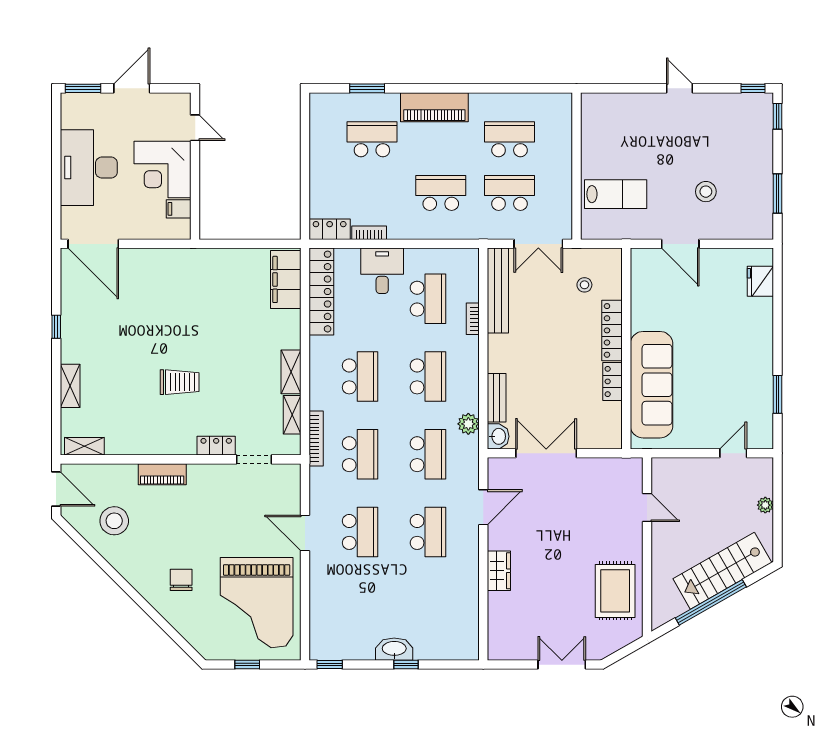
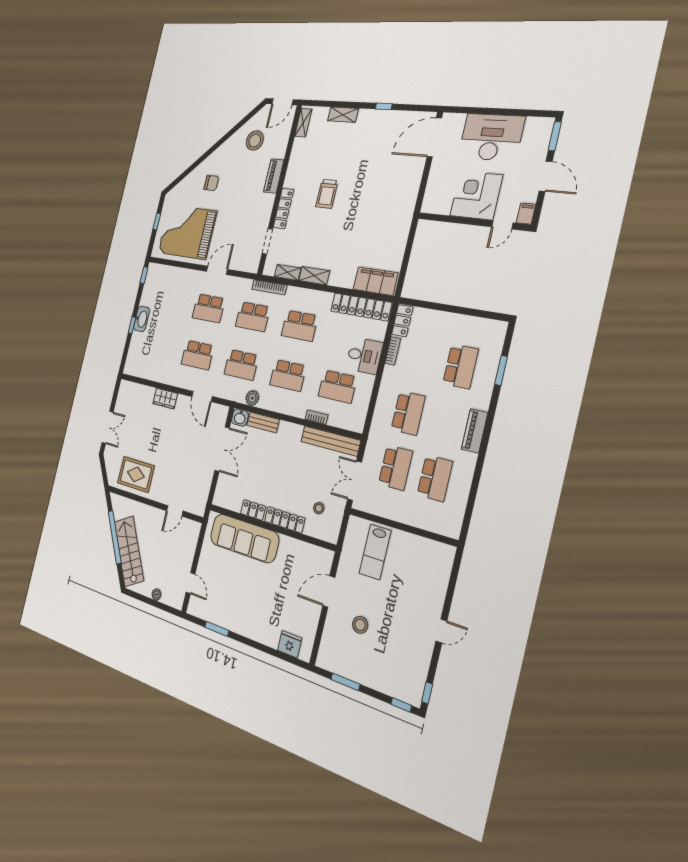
piano: (434, 107) -> (475, 431), width x0.73, depth x0.75
filing cabinet: (179, 209) -> (526, 214), moved
locker: (216, 446) -> (283, 209), width x1.53

